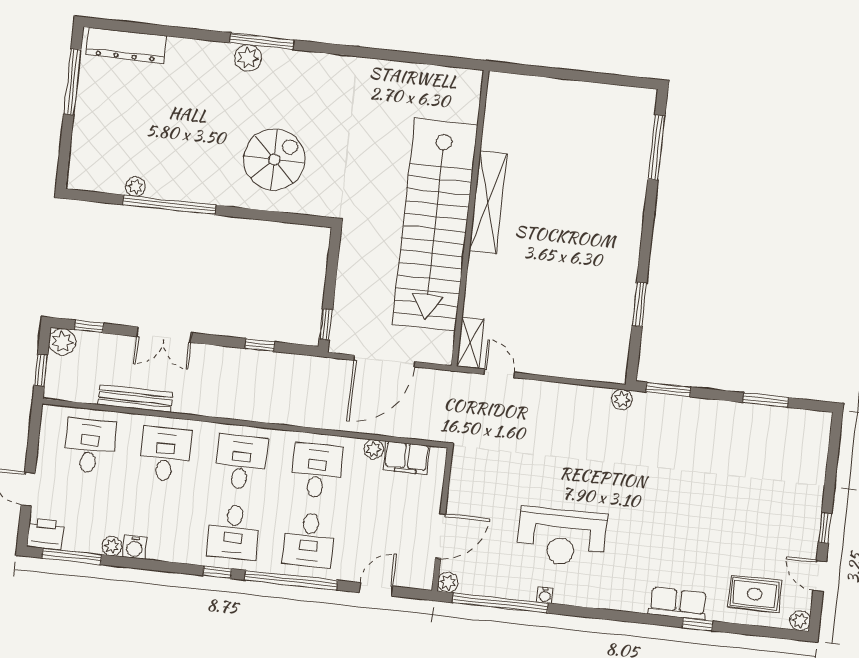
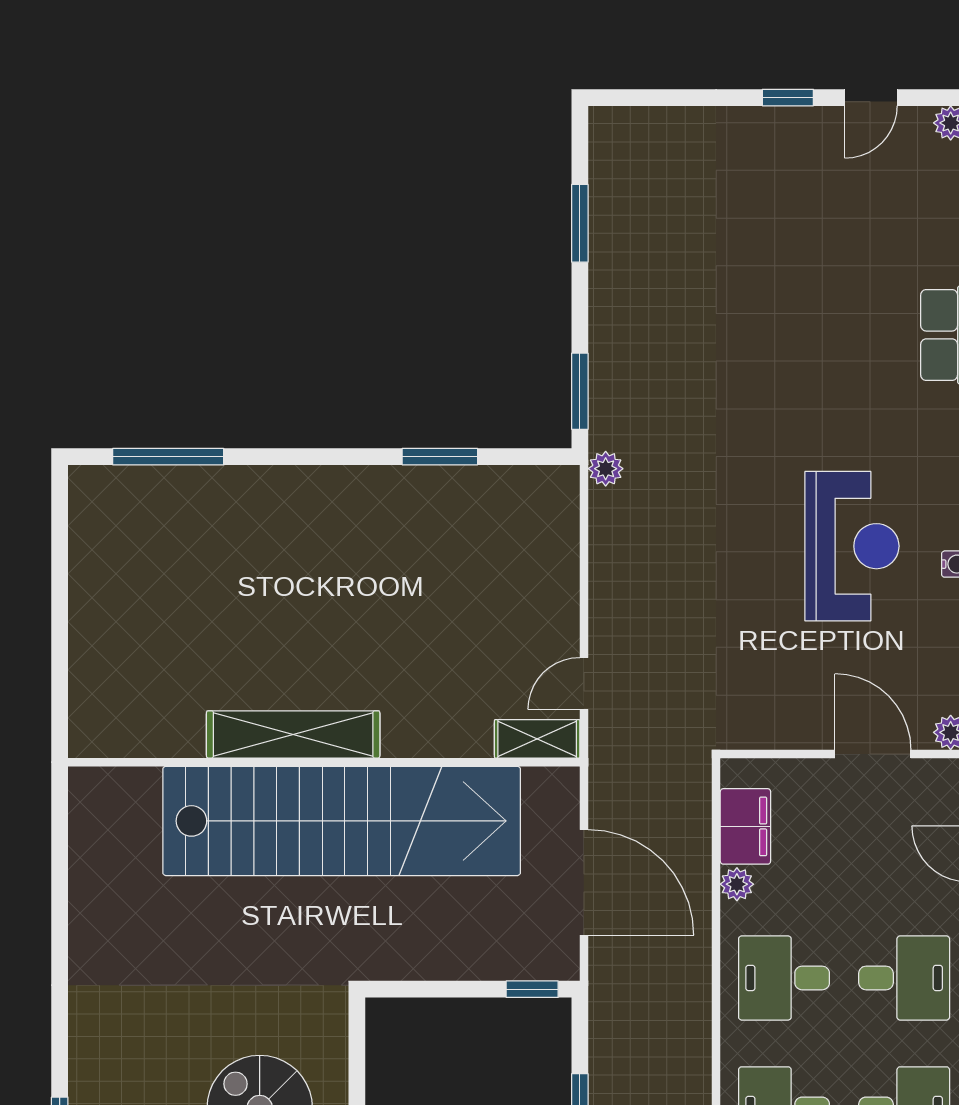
rug: (755, 594) -> (914, 205), removed

